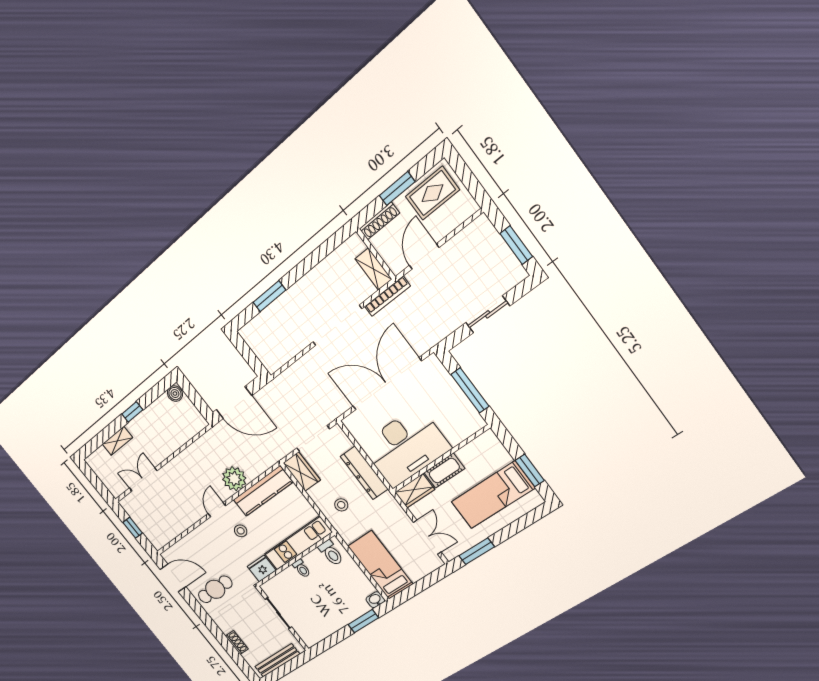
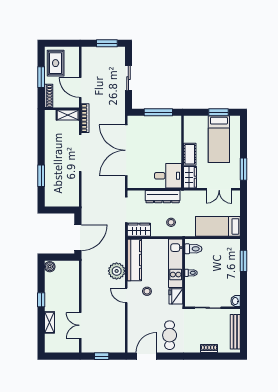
desk: (405, 447) -> (168, 176), width x0.53, depth x0.77
double door: (427, 537) -> (219, 189), swing flipped
washbasin: (375, 600) -> (236, 301), moved

